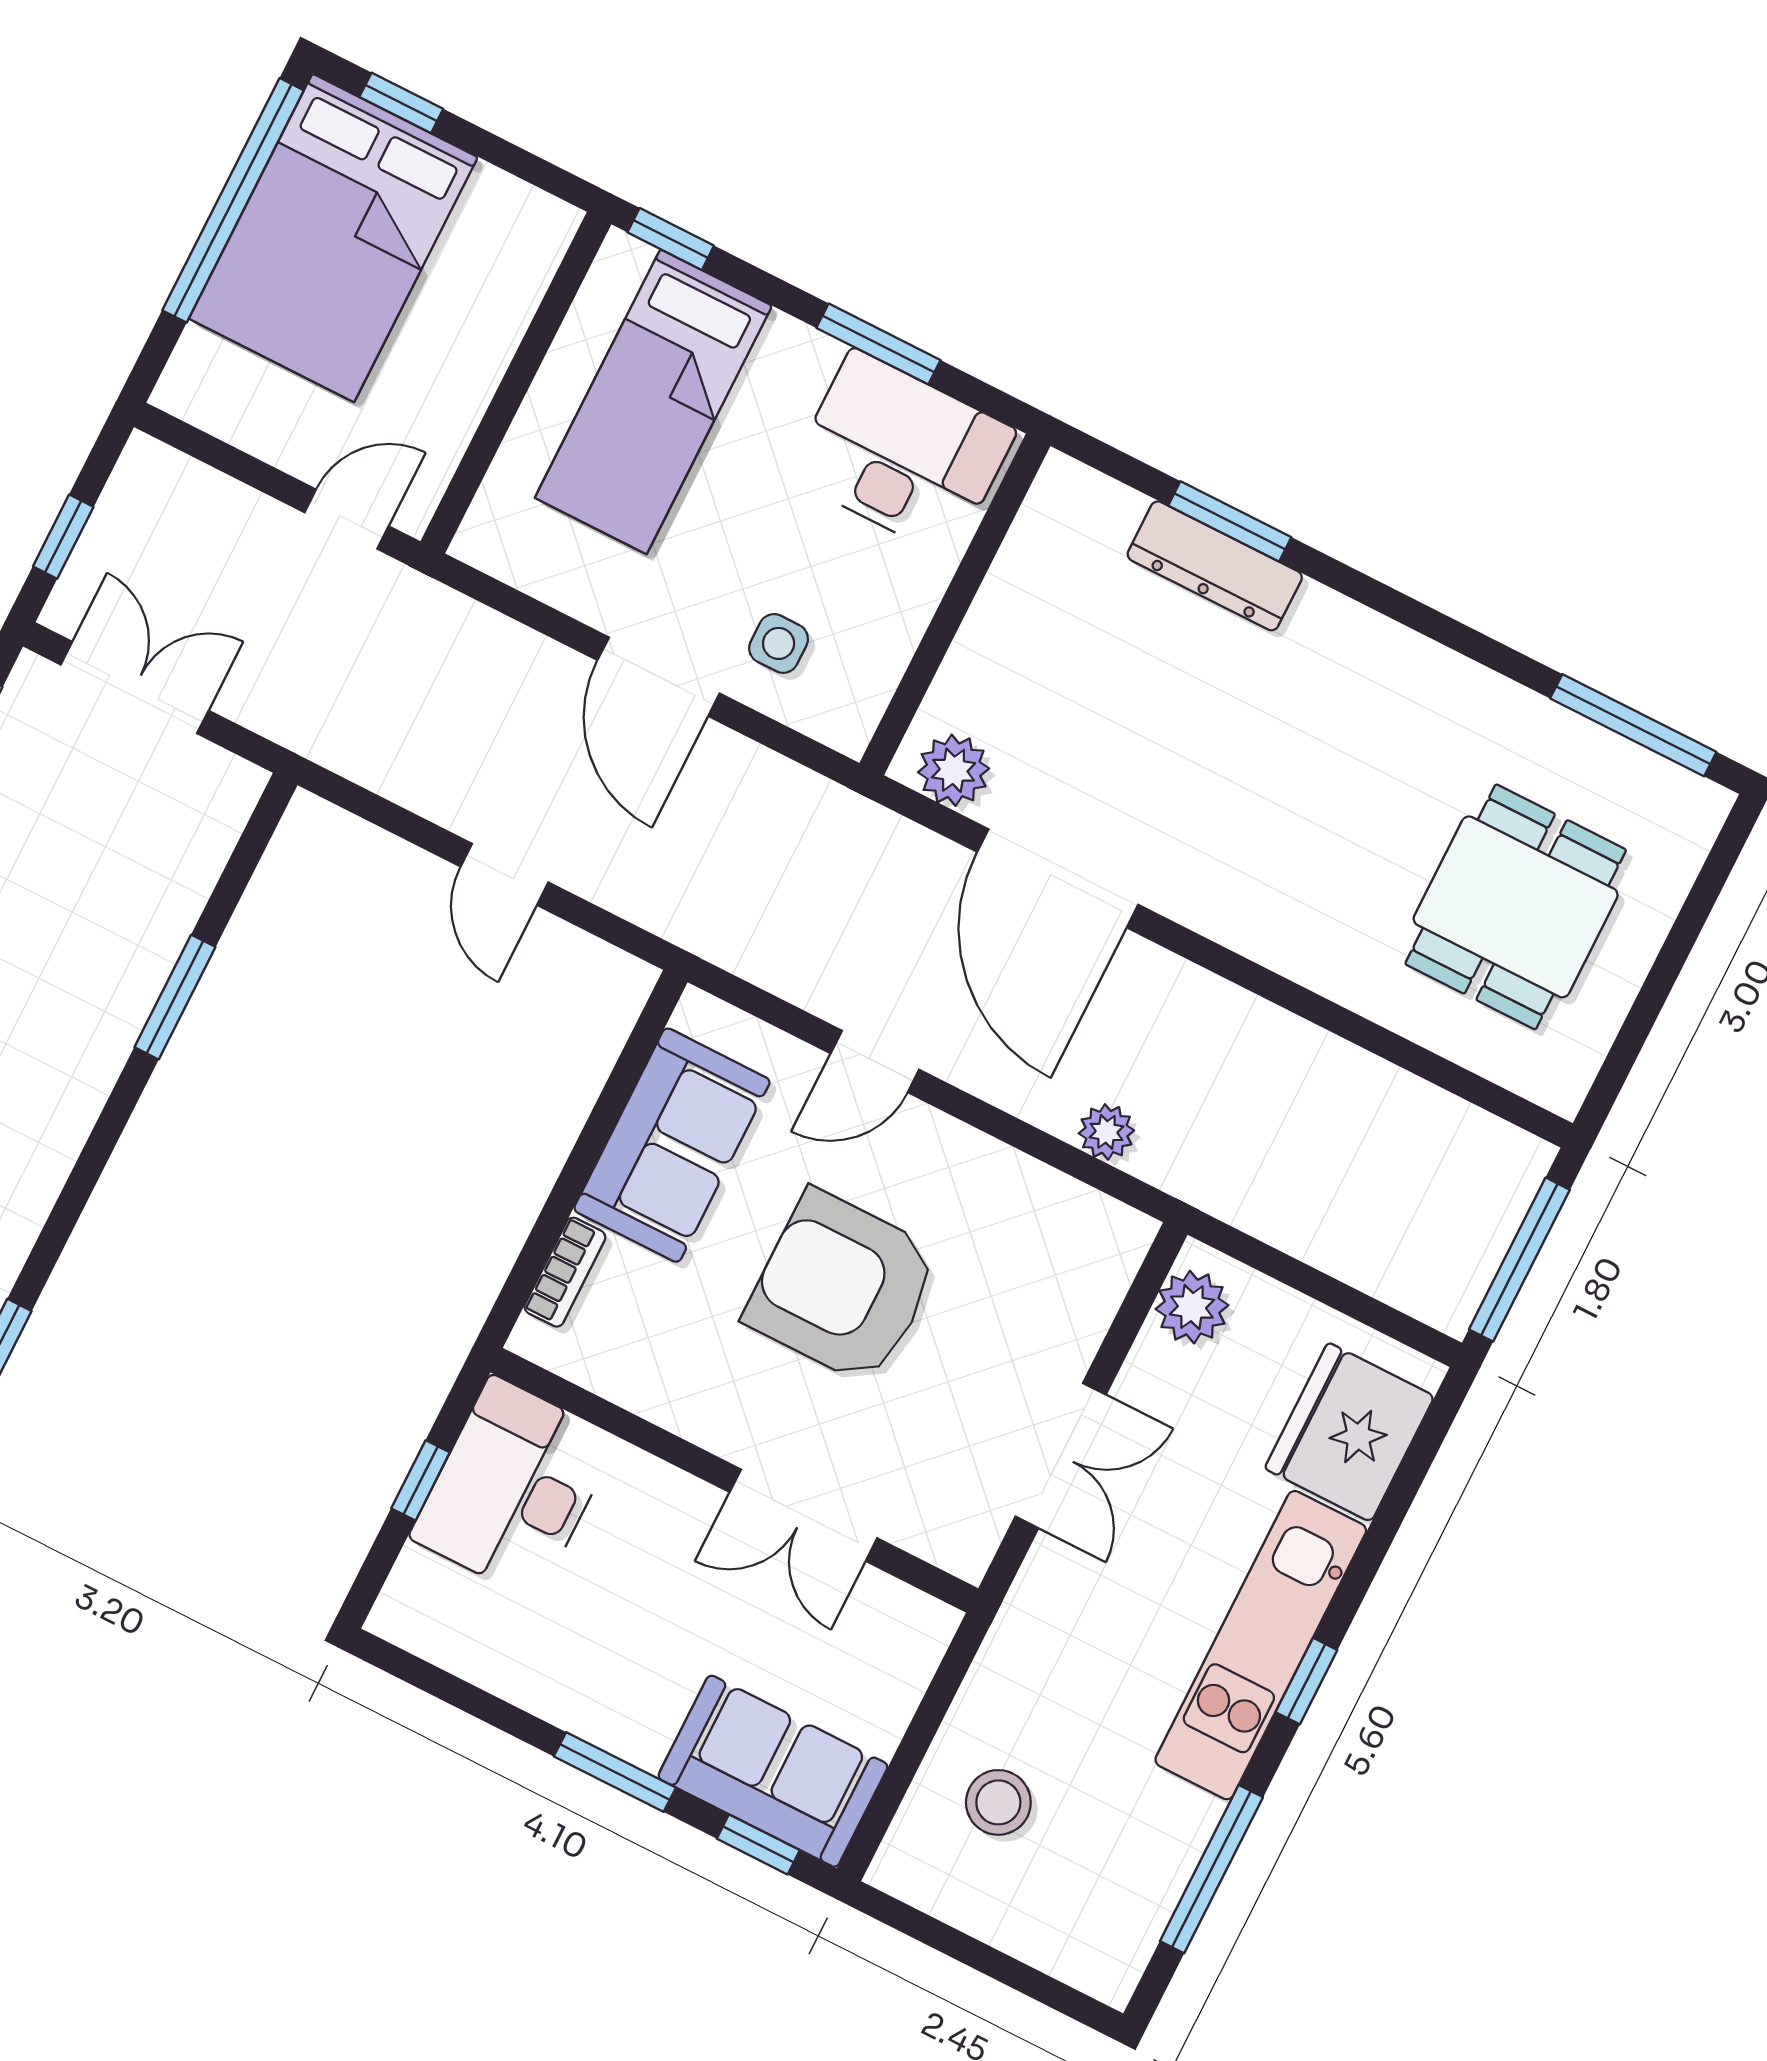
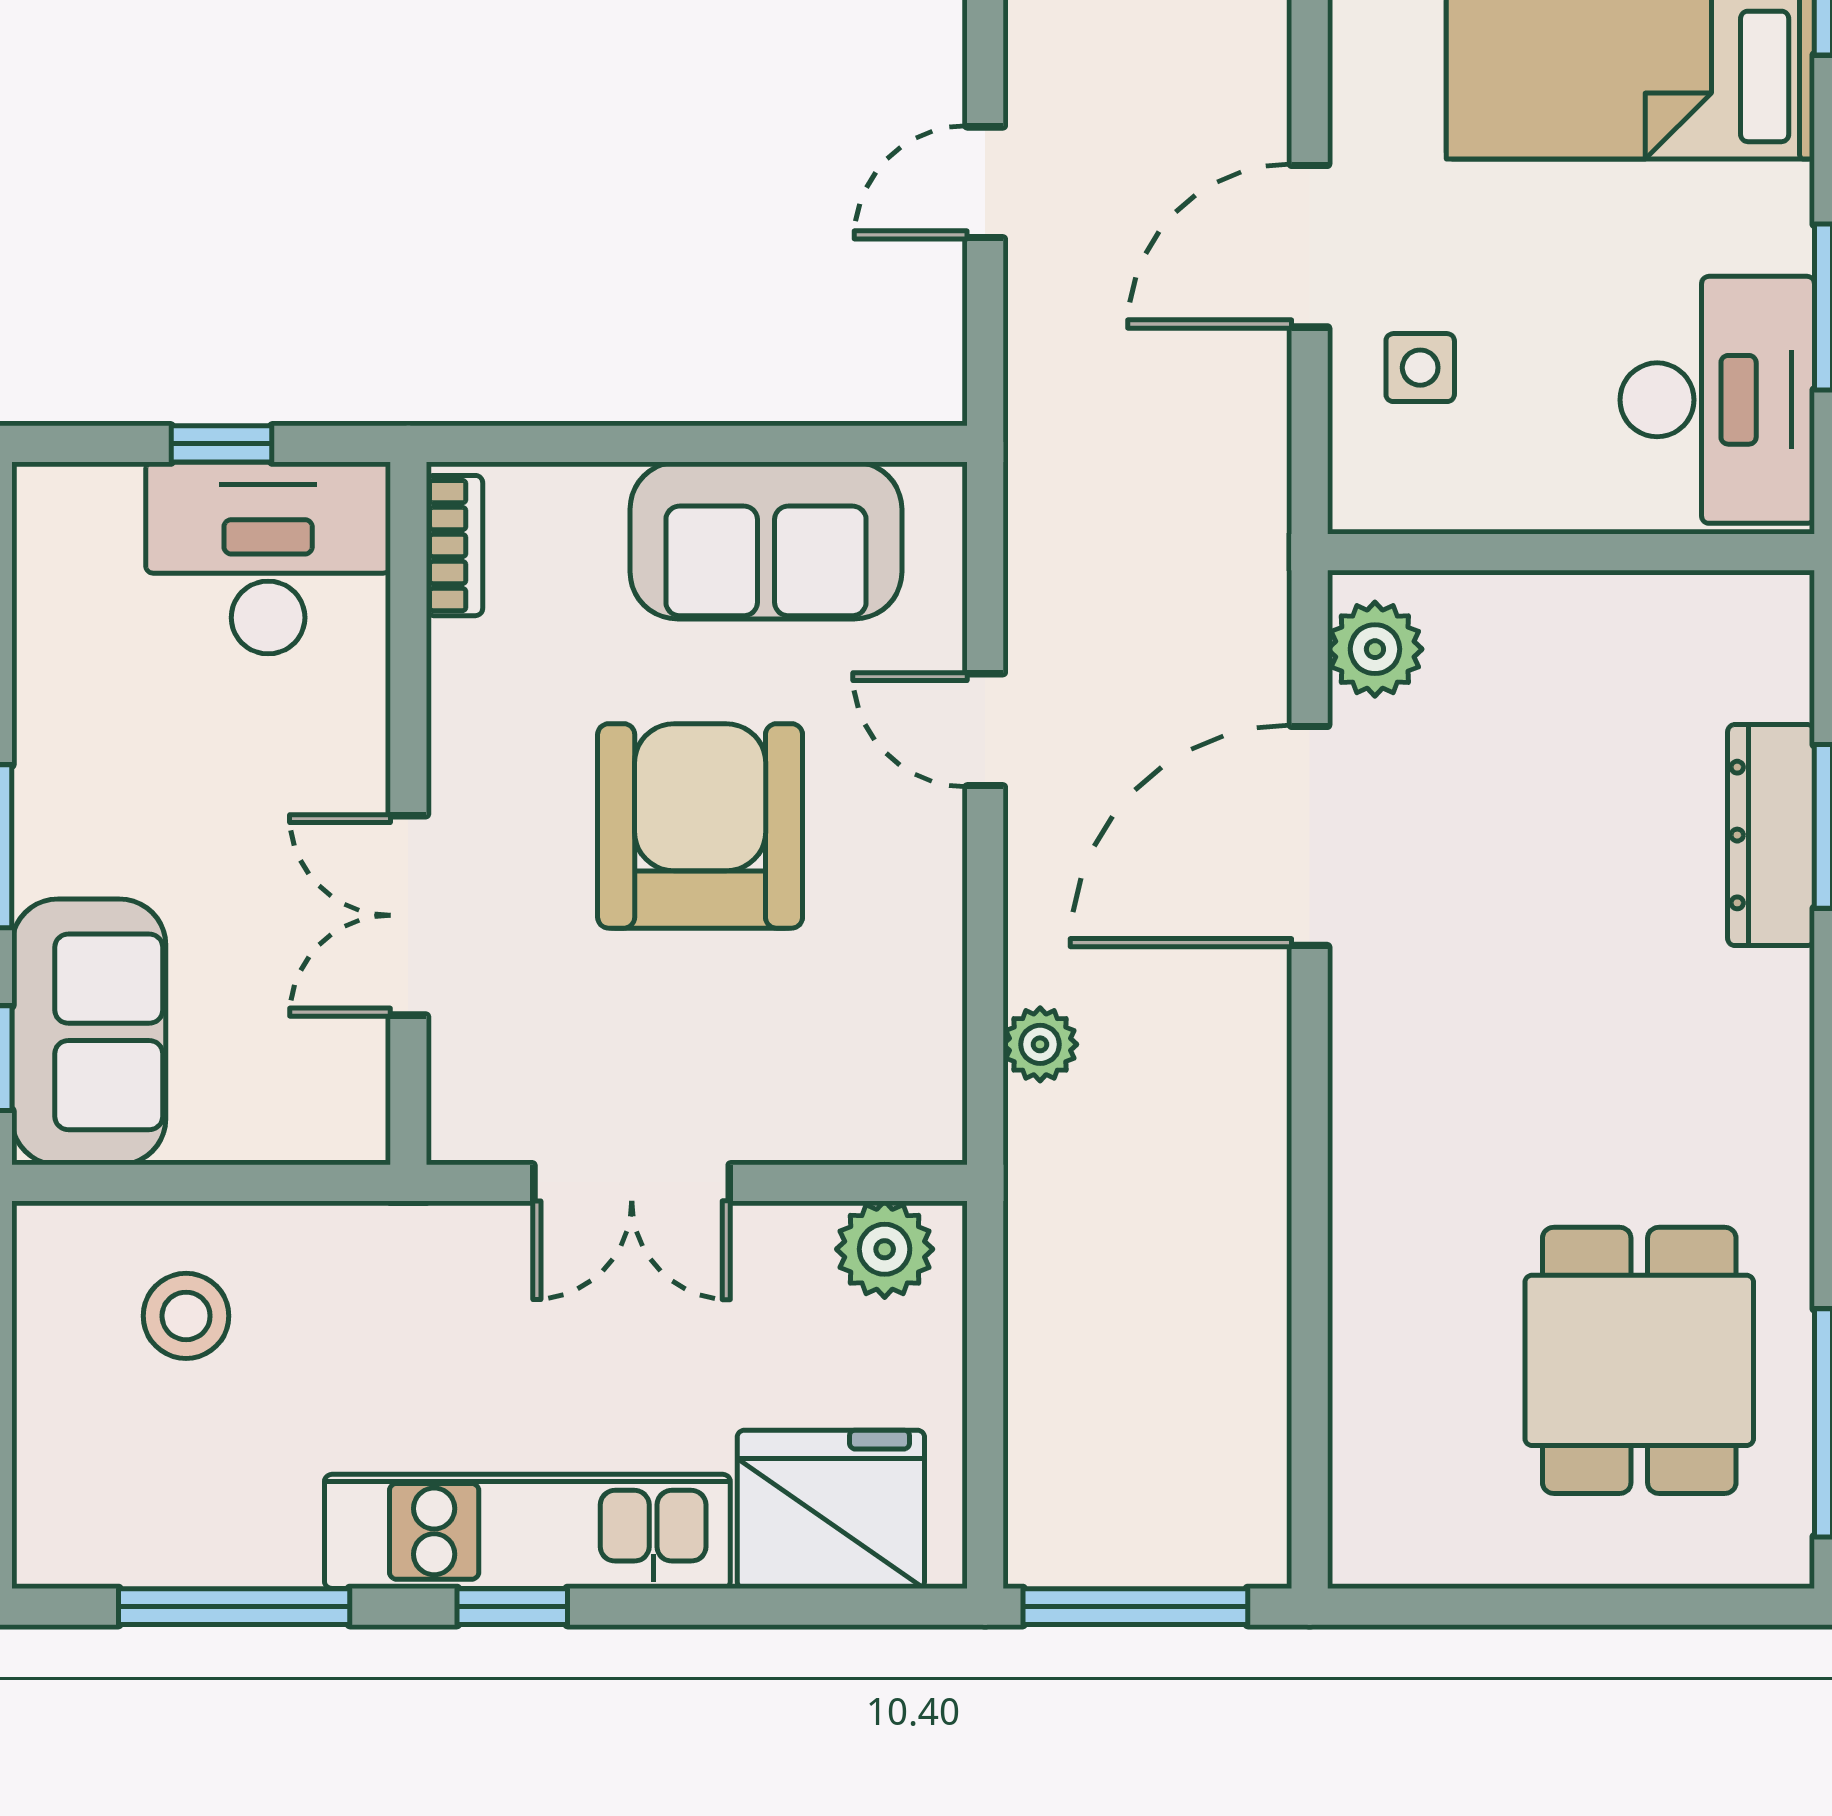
dining table: (1516, 907) -> (1639, 1360), moved, turned 90
bookcase: (565, 1272) -> (454, 546), moved, turned -90

